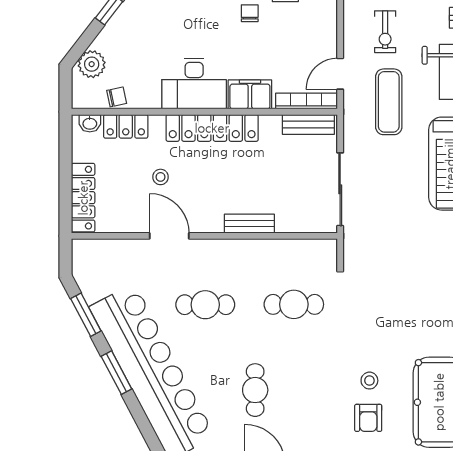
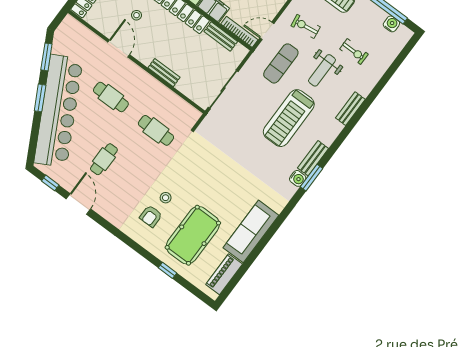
exercise bike: (385, 32) -> (306, 26), turned 82
bench: (308, 124) -> (221, 37), moved

